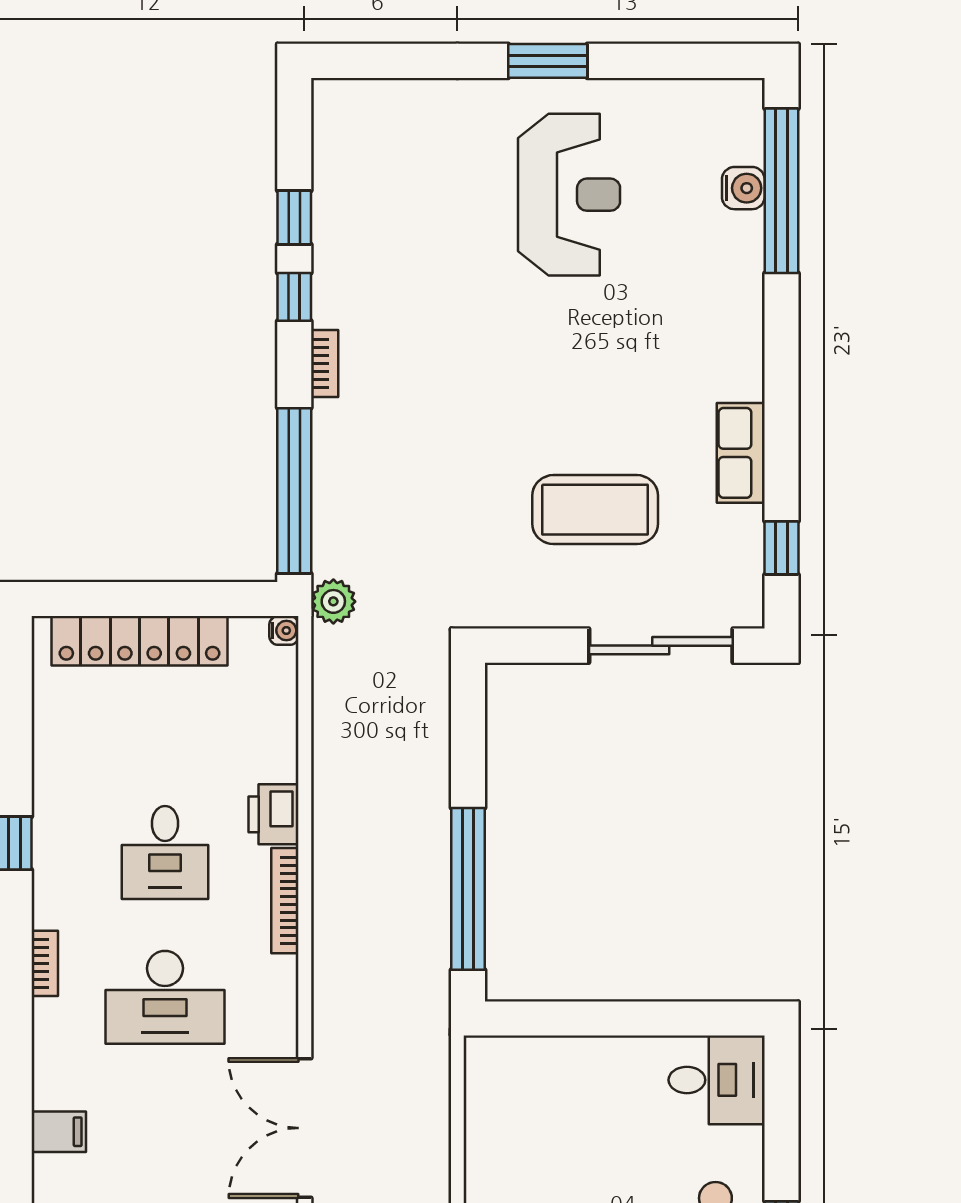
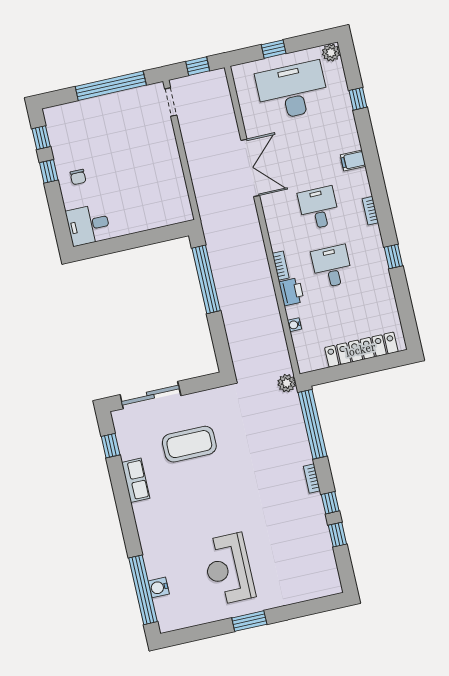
water cooler: (284, 630) -> (294, 325), moved
bookcase: (285, 901) -> (281, 266), width x0.64
desk: (165, 997) -> (319, 208), width x0.73
filing cabinet: (59, 1132) -> (353, 160), moved

